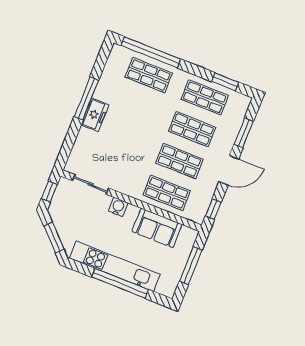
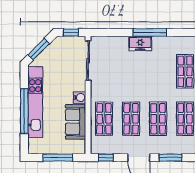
sliding door: (91, 184) -> (88, 61), width x1.37
water cooler: (118, 207) -> (80, 97), moved

